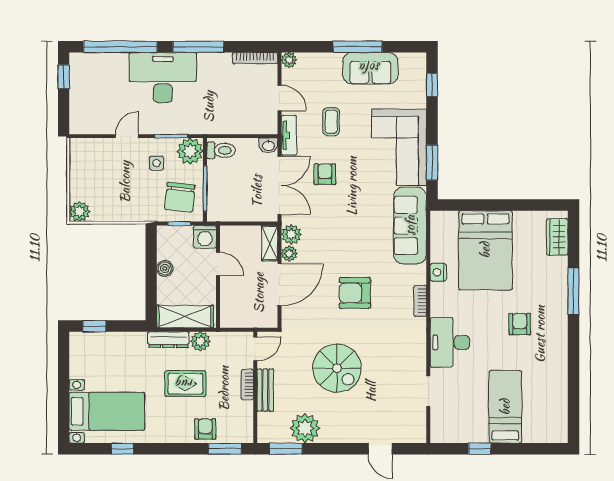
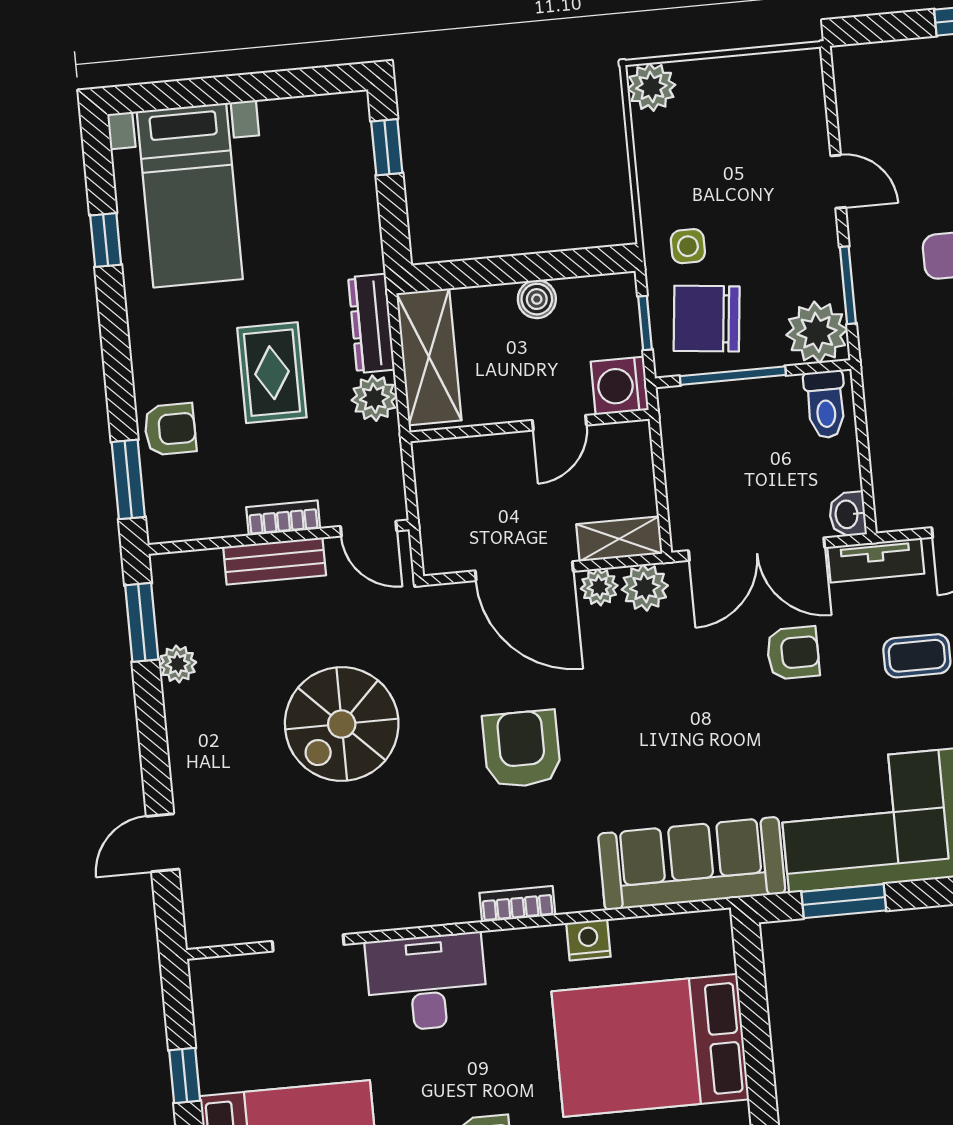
side table: (157, 163) -> (688, 246), moved
plant: (305, 428) -> (178, 664), width x0.53, depth x0.53

